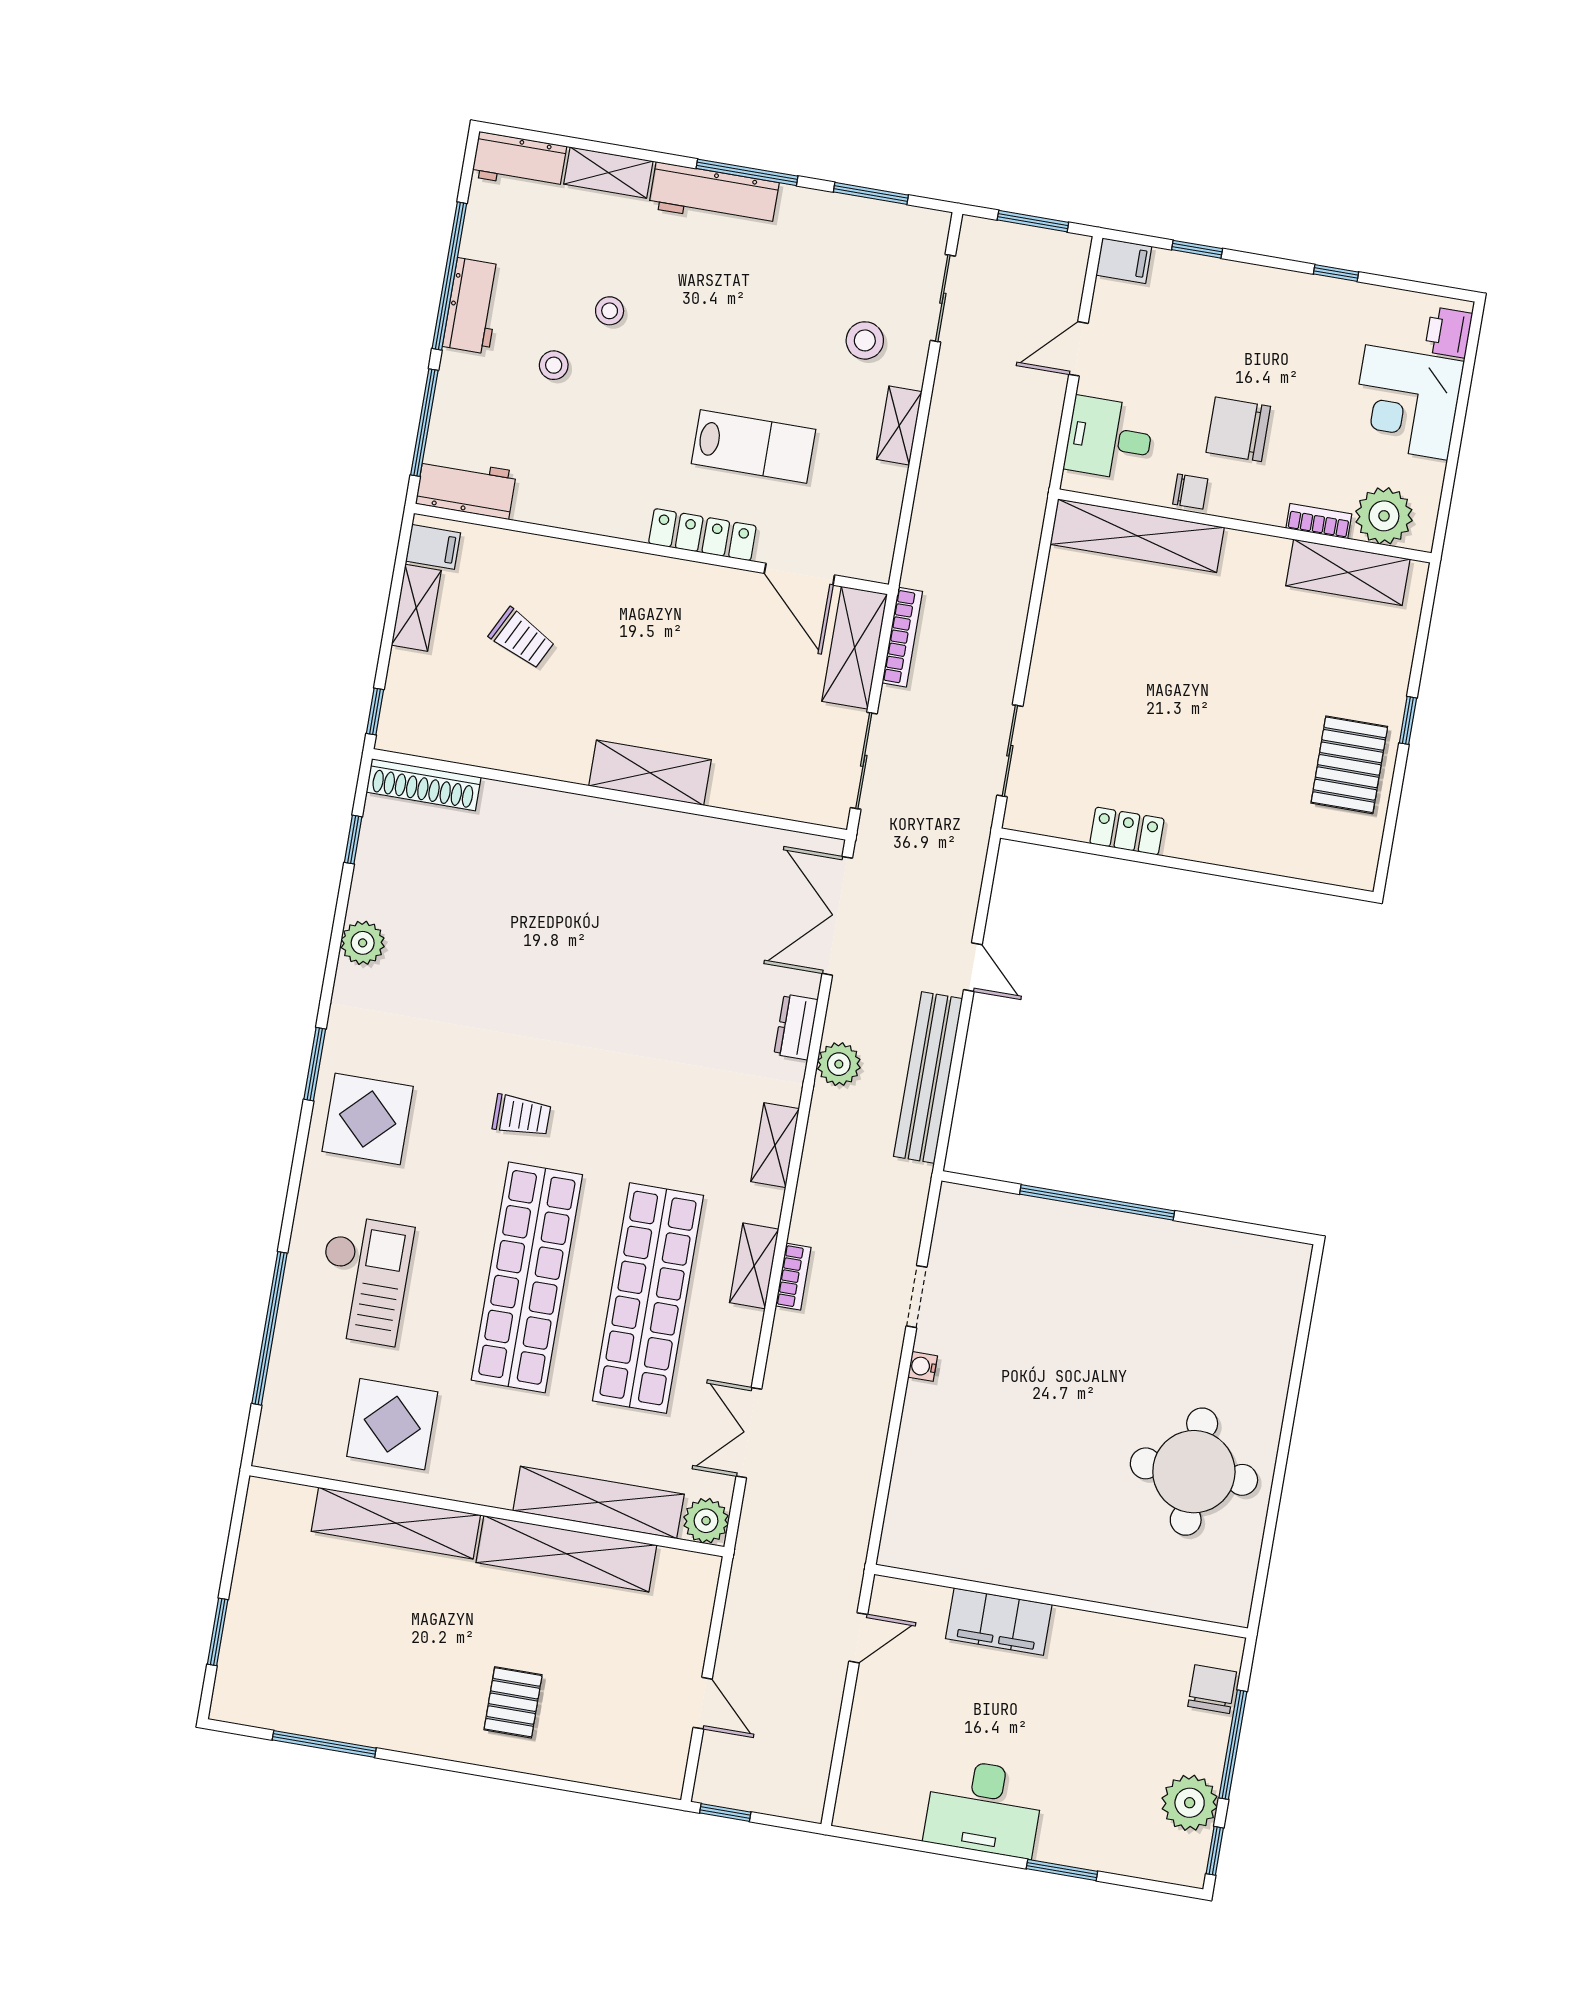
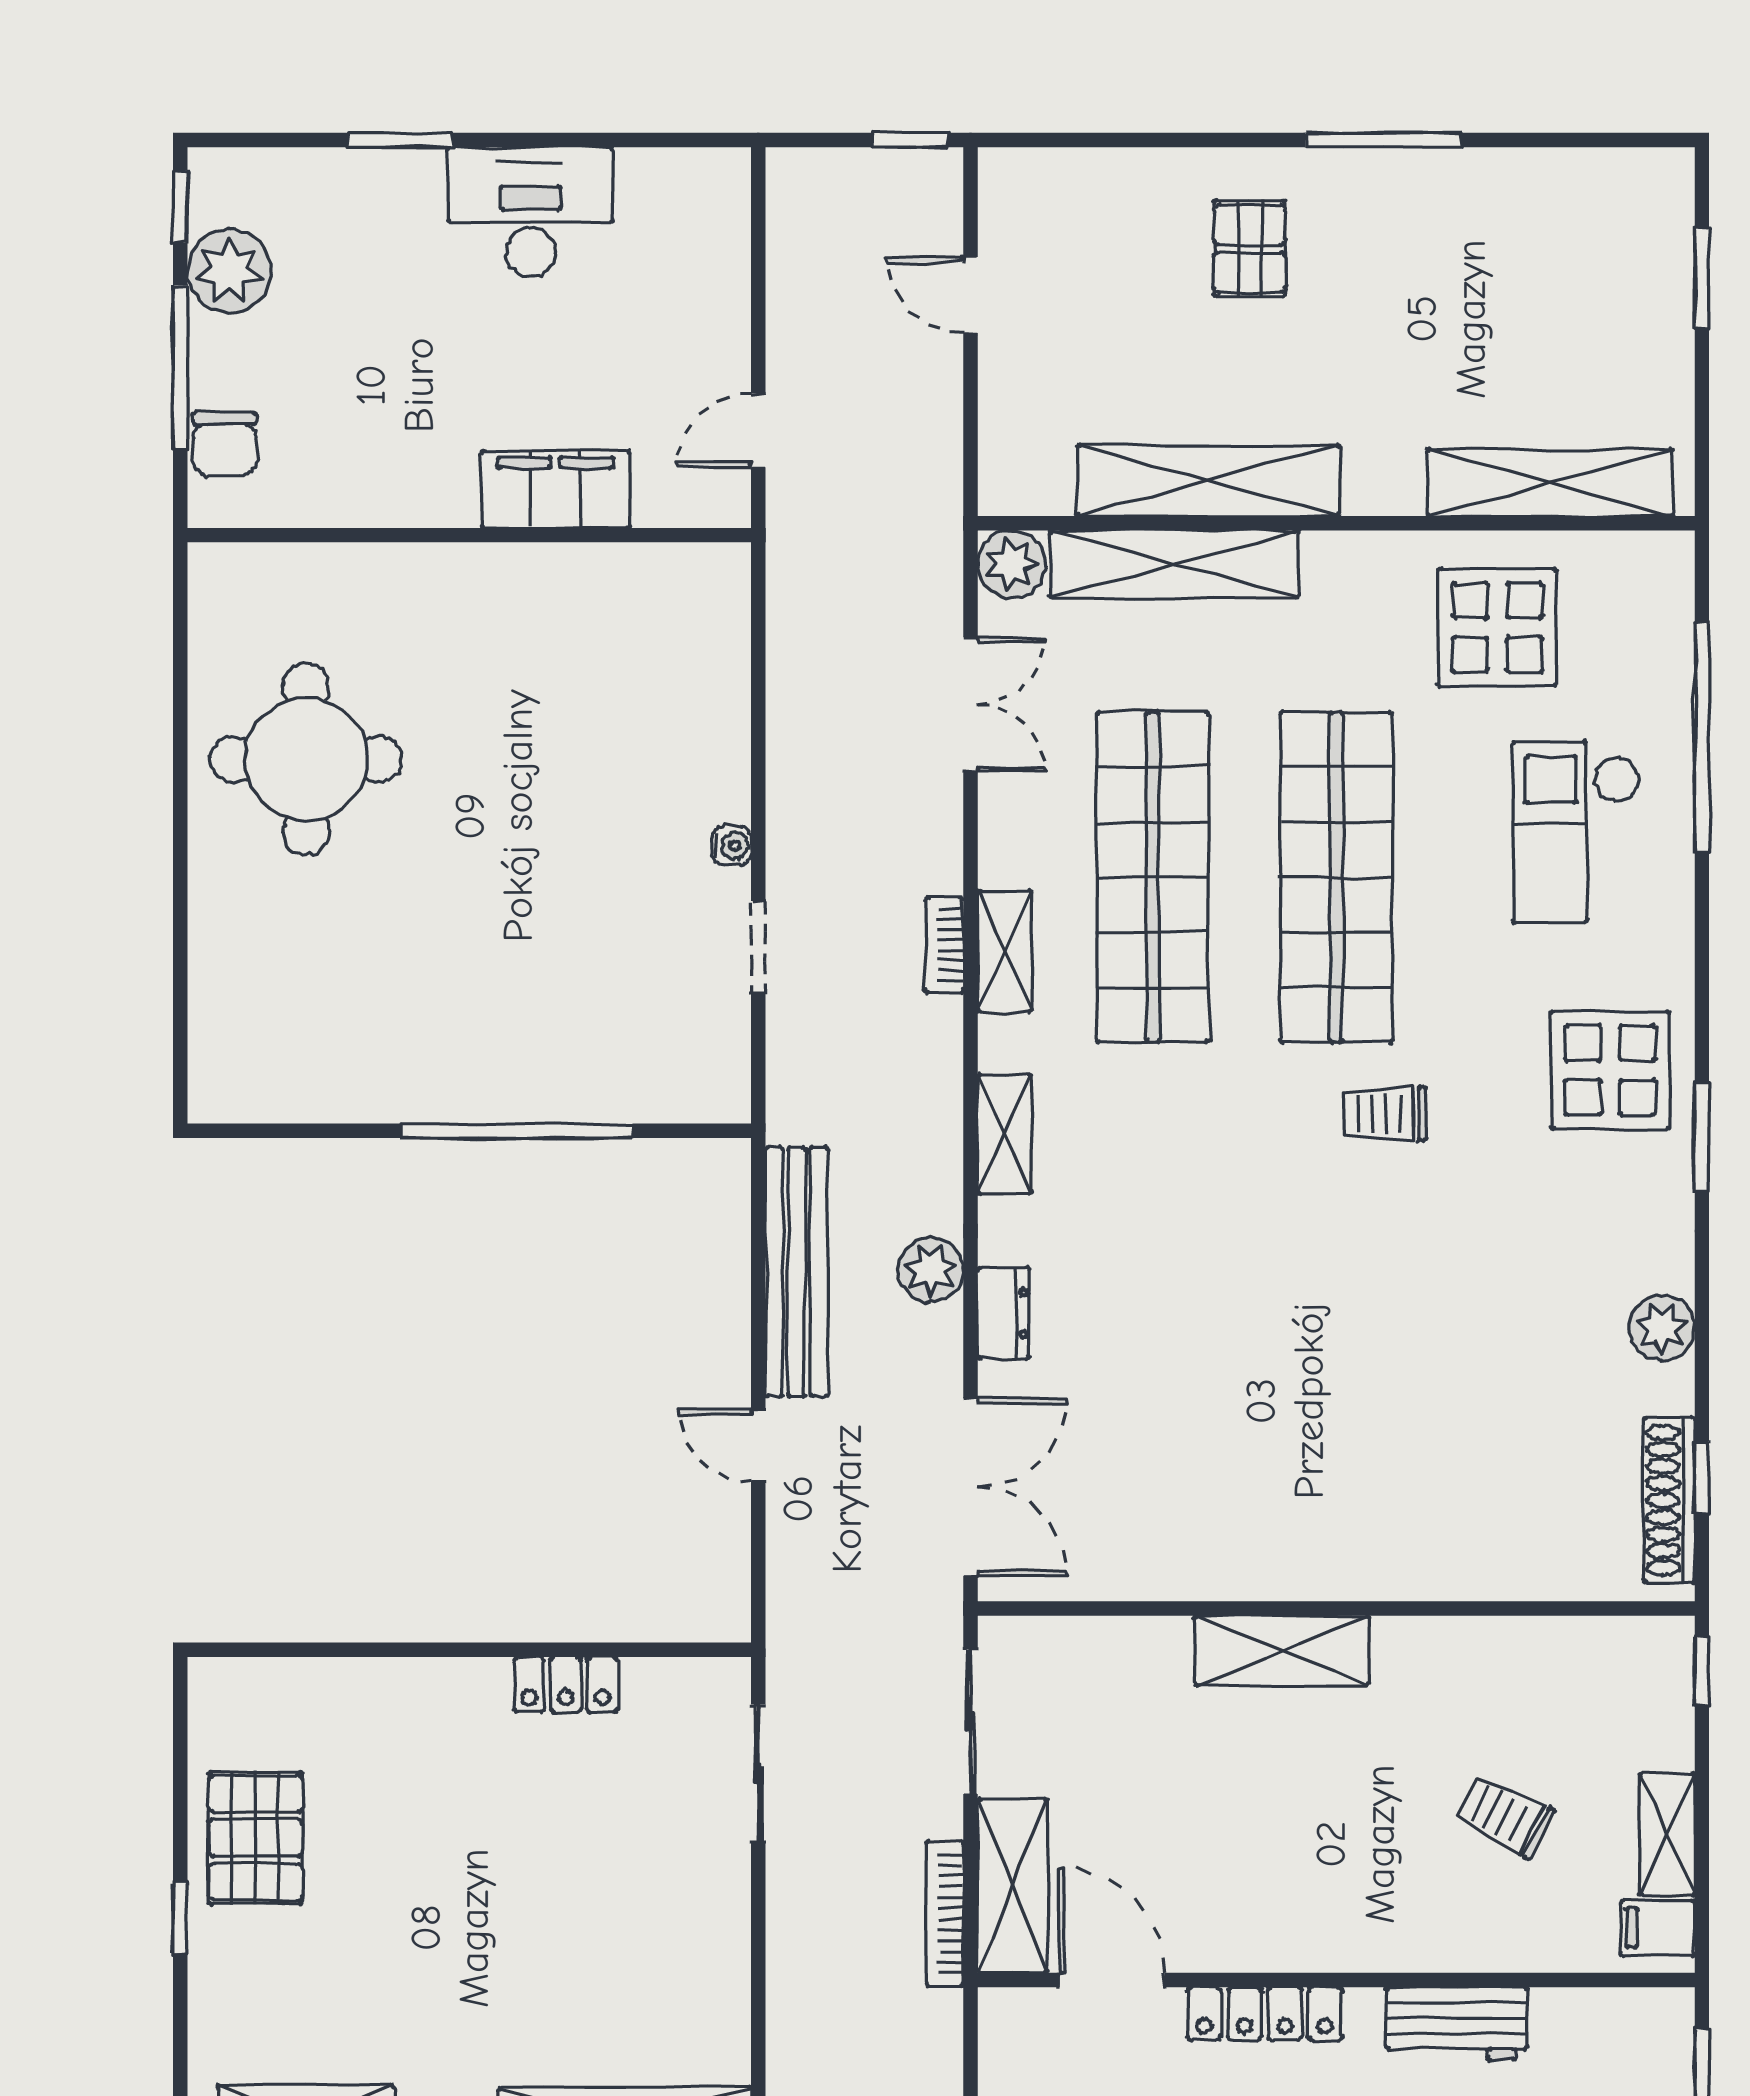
workbench: (466, 488) -> (1456, 2024), moved
shoe rack: (424, 785) -> (1669, 1500), moved, turned -90
shelving: (396, 1523) -> (1550, 483), moved
window: (324, 1744) -> (1383, 140), moved

